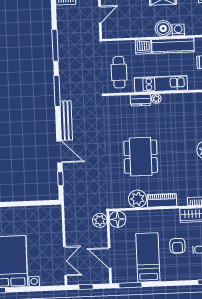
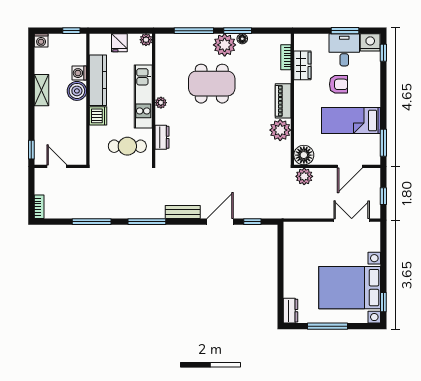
dresser: (141, 100) -> (162, 137), moved
bench: (66, 121) -> (183, 212), width x0.73
dining table: (141, 157) -> (212, 84), moved

